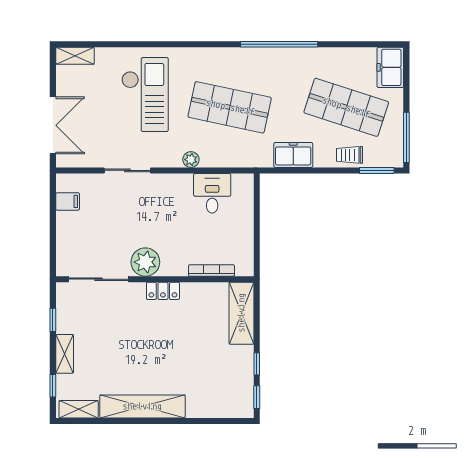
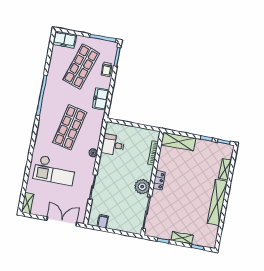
checkout: (145, 95) -> (55, 170), turned 180
shelving: (79, 409) -> (225, 169), moved

